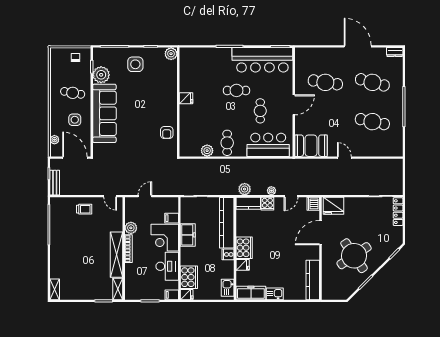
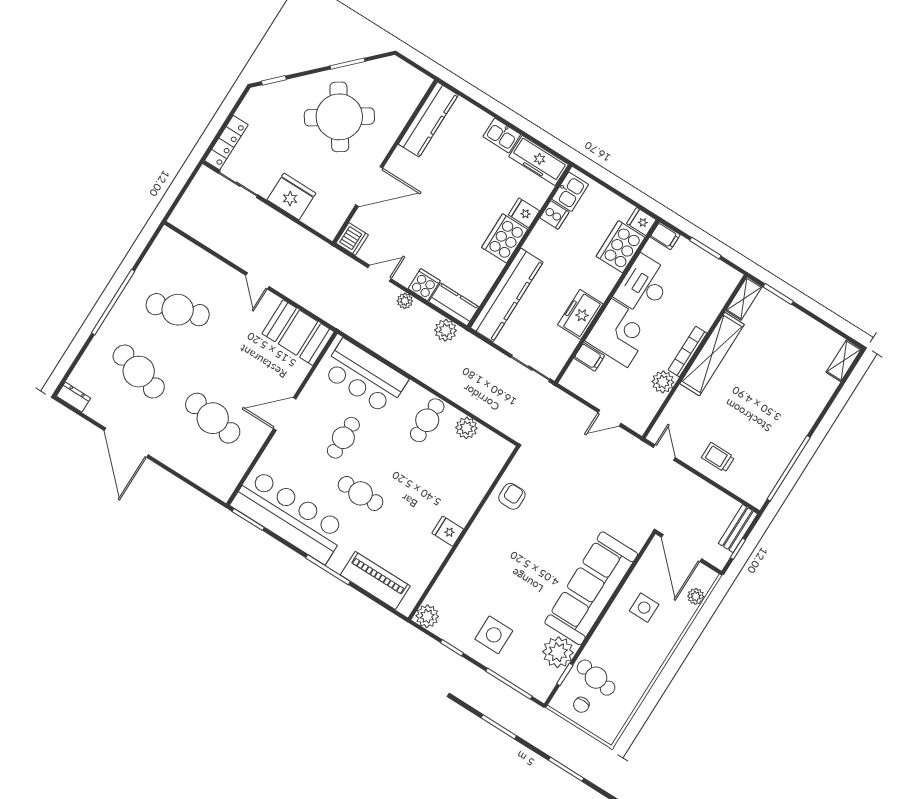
piano: (205, 55) -> (375, 580), added
cafe table: (73, 93) -> (596, 678), moved
cafe table: (372, 122) -> (178, 310), turned -30
fridge: (333, 206) -> (291, 196), moved
cooker: (228, 254) -> (554, 215), moved

